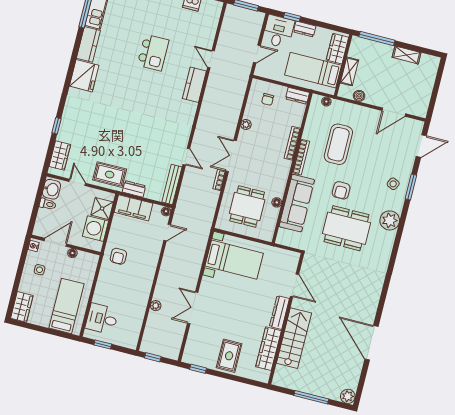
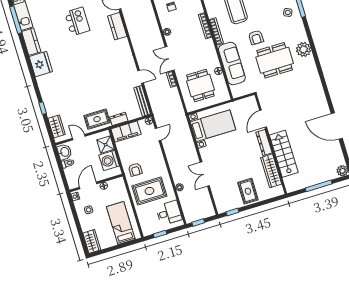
plant: (390, 220) -> (304, 49), moved
door: (294, 285) -> (263, 119), swing flipped
rug: (120, 290) -> (149, 191), added
desk: (102, 319) -> (169, 213), moved, turned 180

